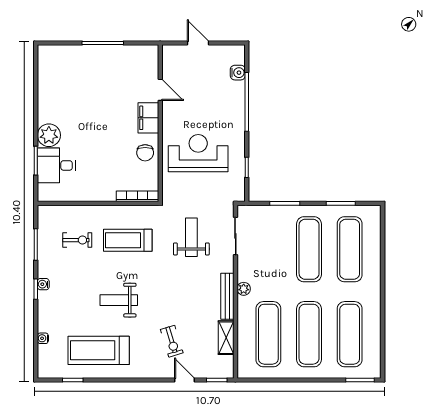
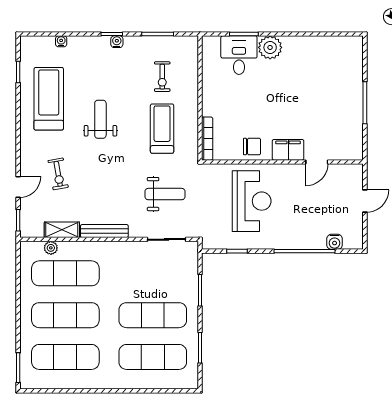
chair: (145, 153) -> (252, 146), turned 180
plant: (244, 289) -> (51, 248), moved
exercise bike: (172, 341) -> (58, 174), turned -83

